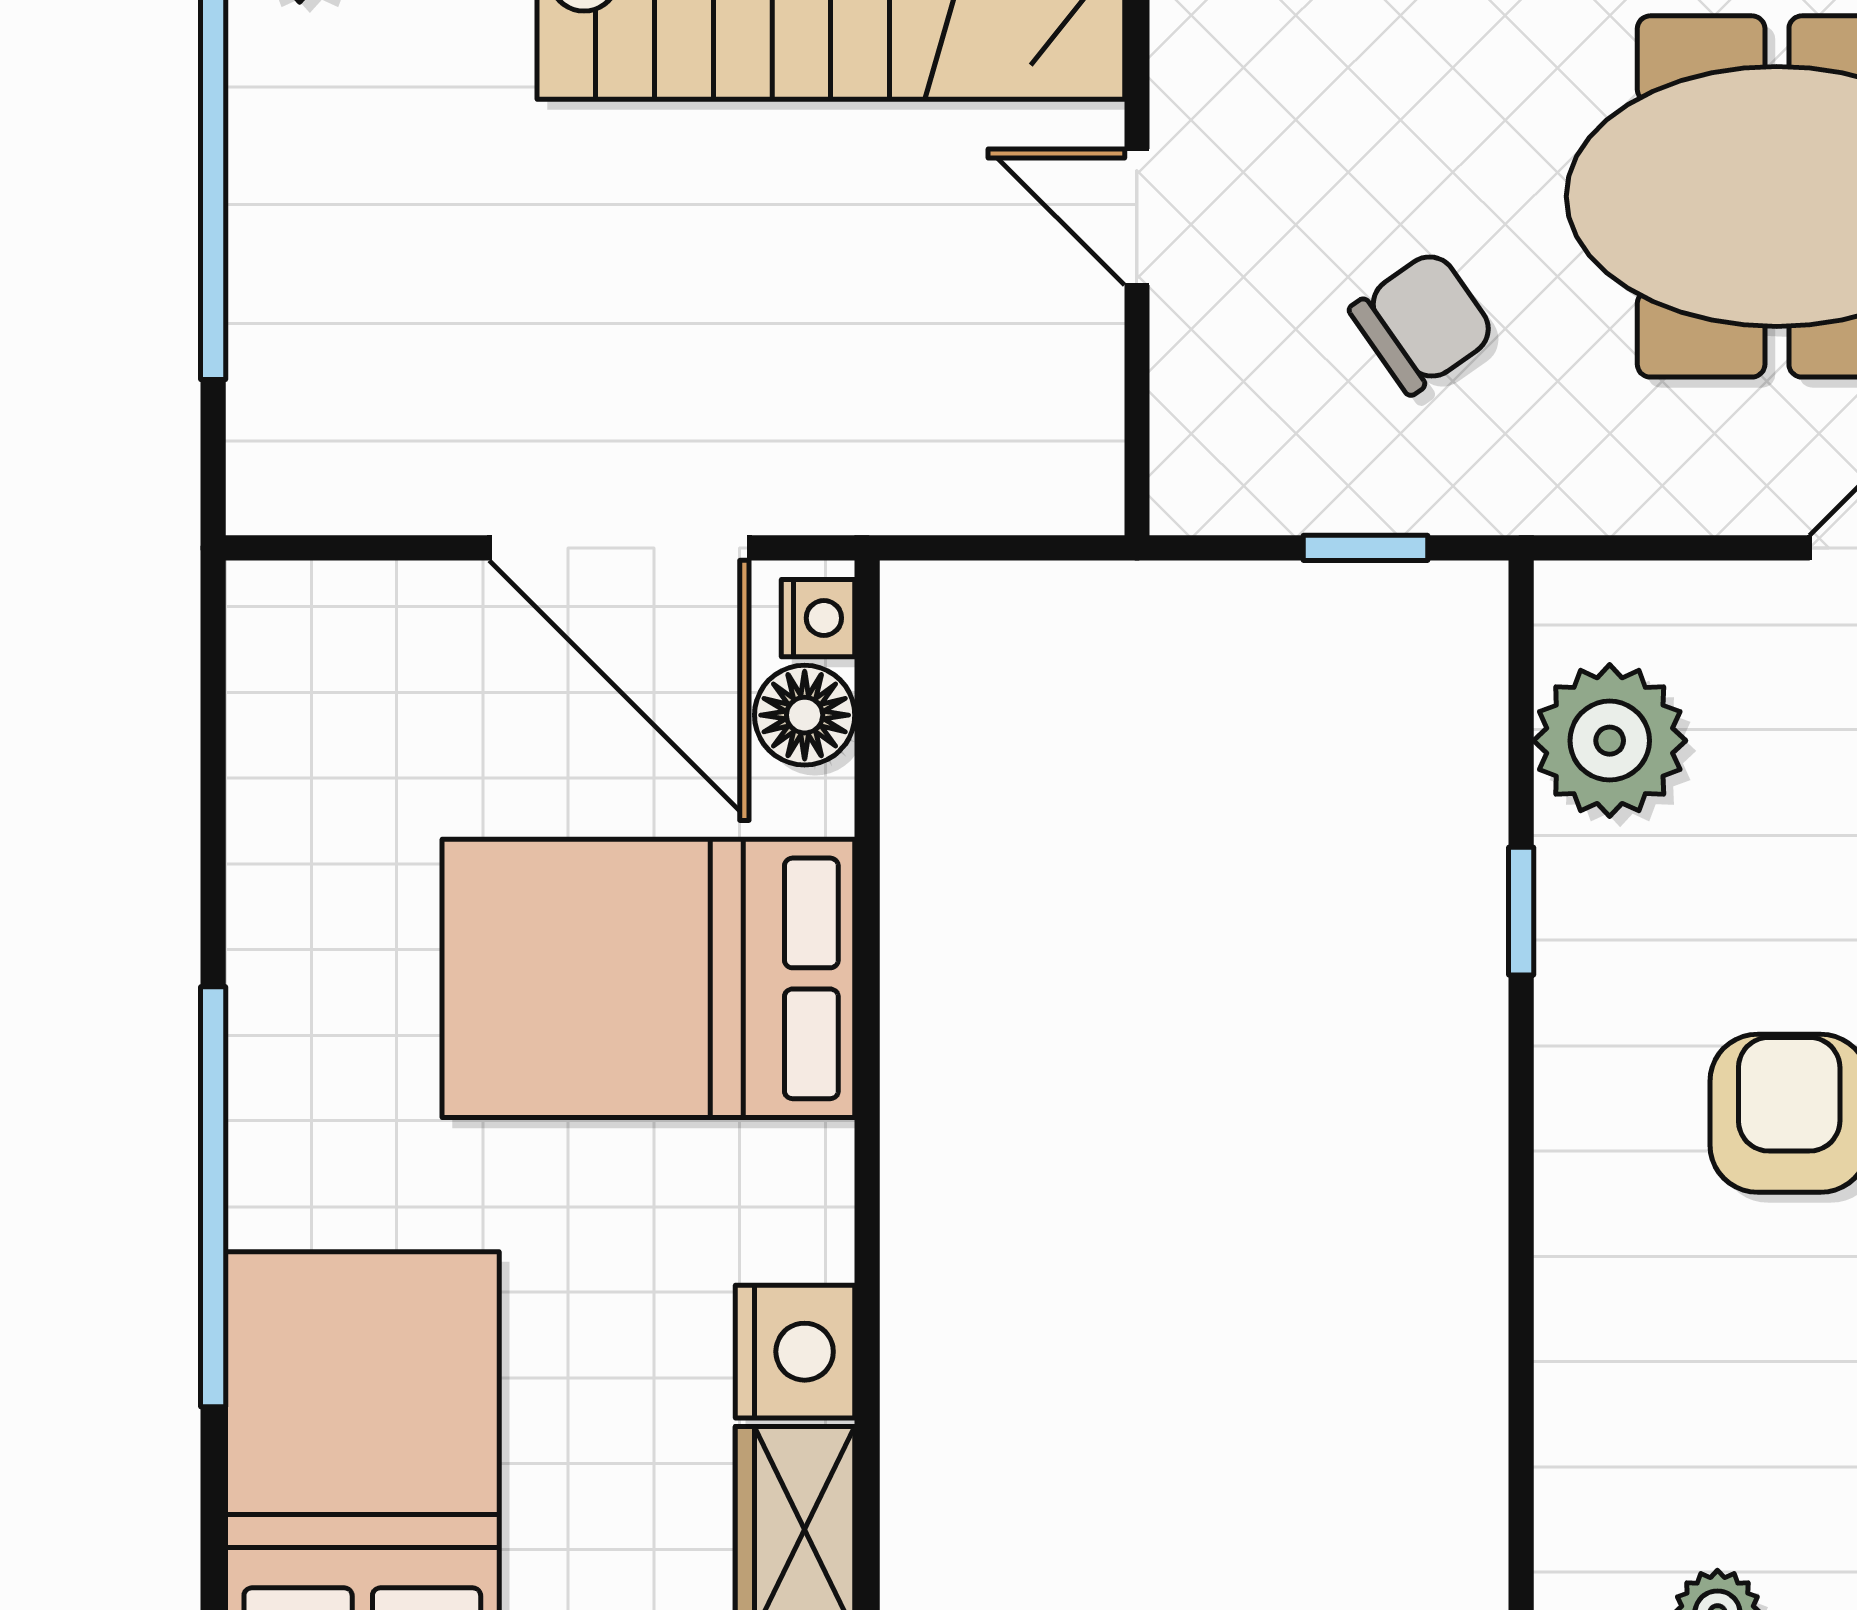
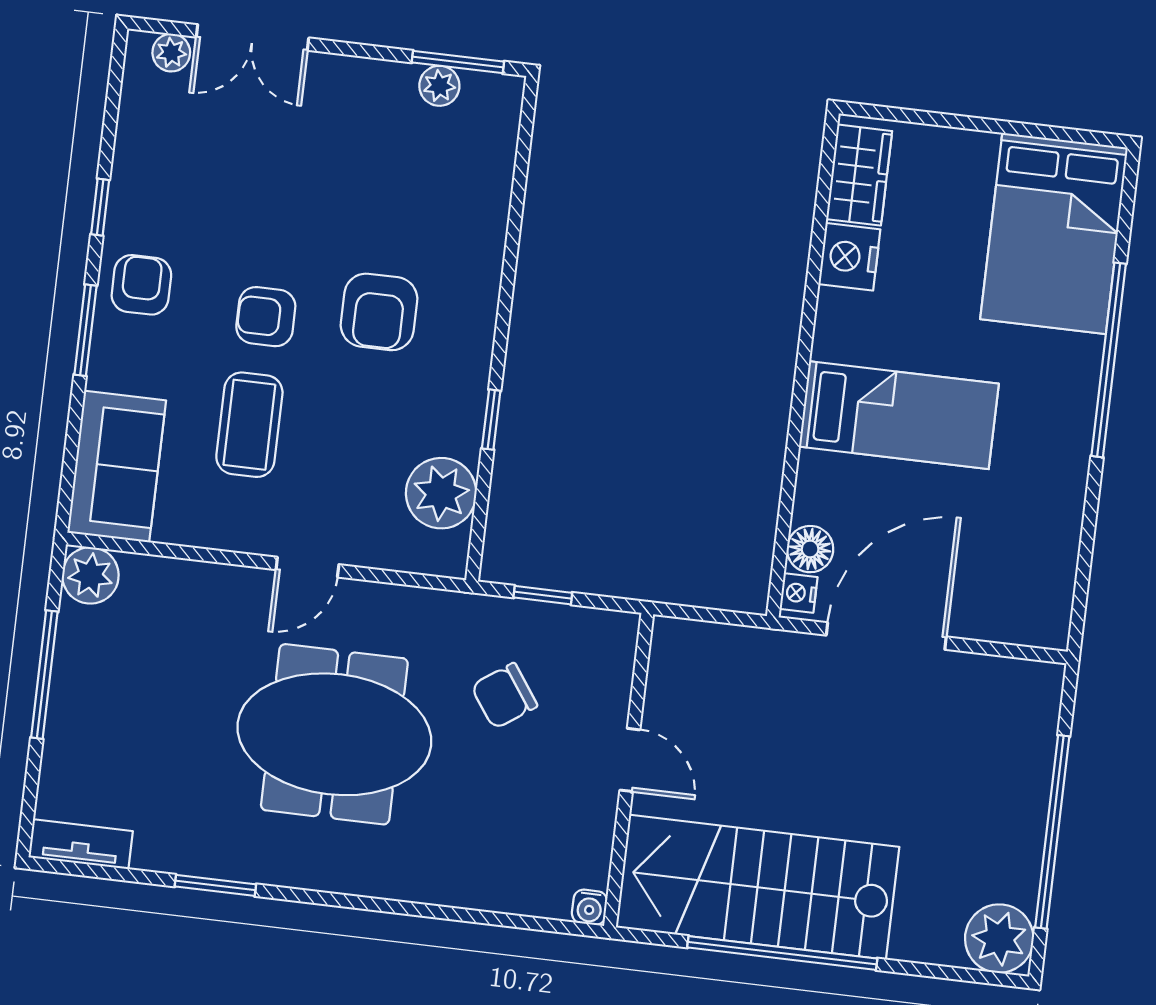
door: (619, 548) -> (886, 636), hinge flipped
bed: (648, 978) -> (899, 415), width x0.67

